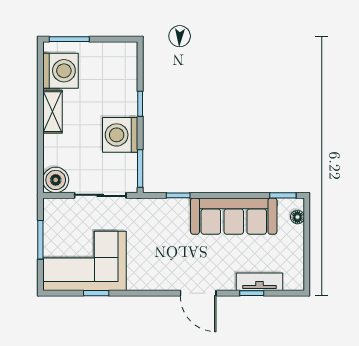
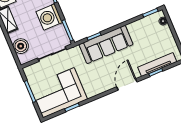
boiler: (56, 180) -> (21, 46), moved
sofa: (234, 216) -> (106, 44), moved
tv unit: (260, 282) -> (157, 64), width x1.41
door: (198, 293) -> (127, 84), swing flipped

